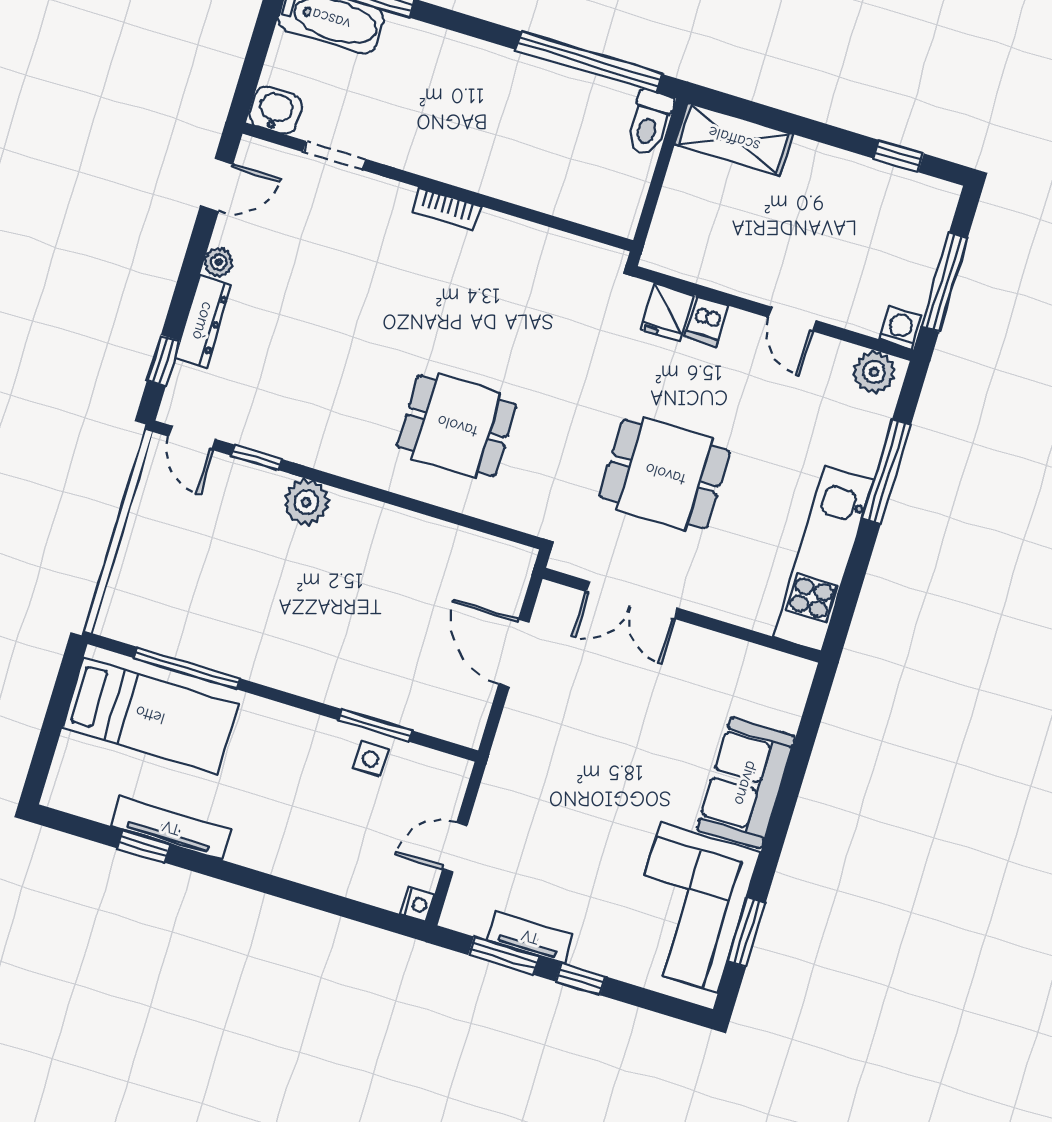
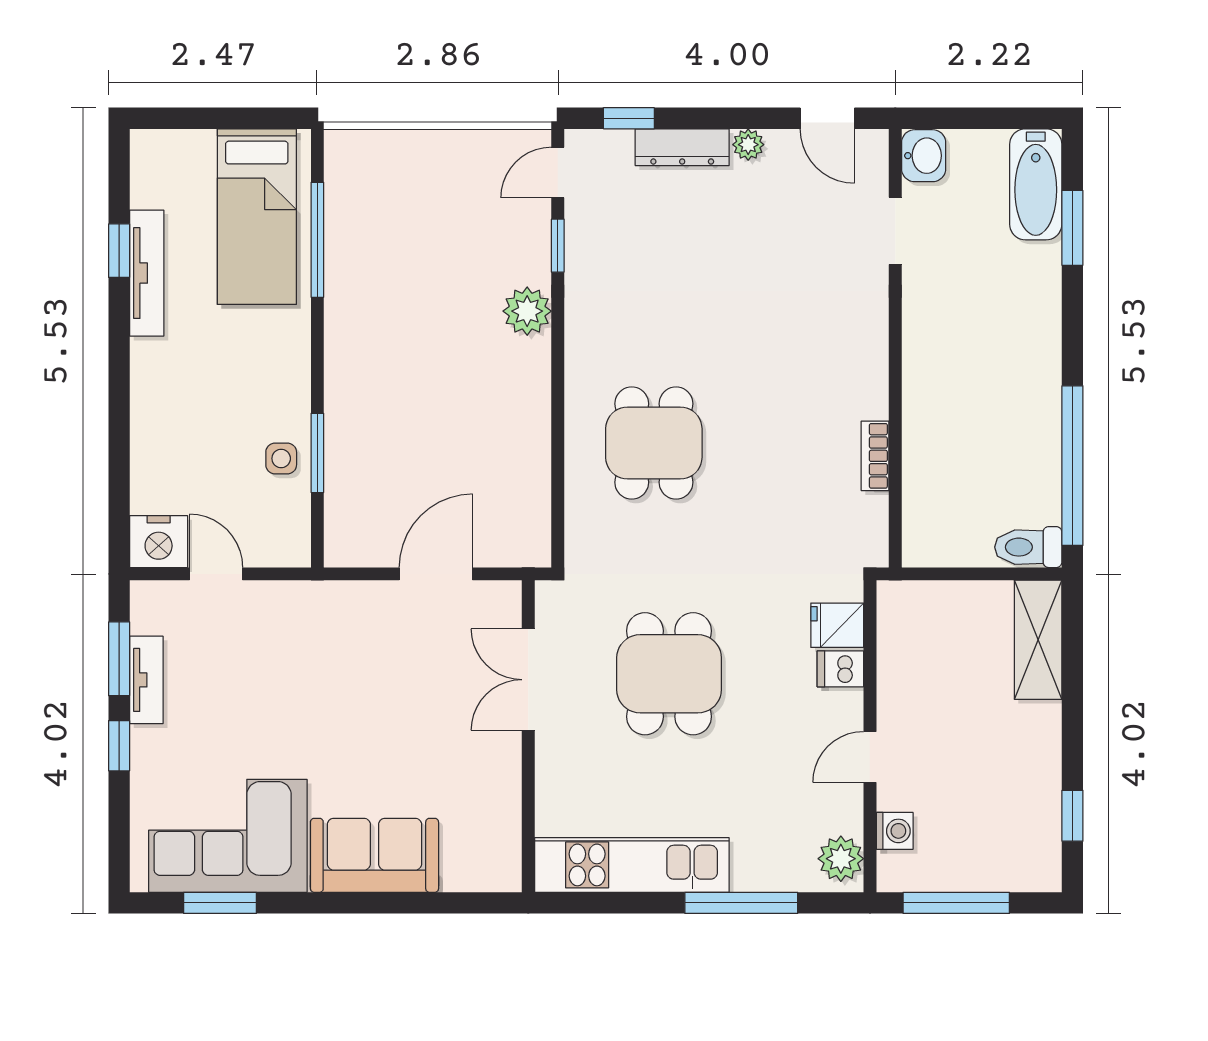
bookcase: (446, 209) -> (875, 456), moved
washing machine: (900, 328) -> (895, 831), moved
nightstand: (417, 904) -> (159, 542), width x1.89, depth x1.79

